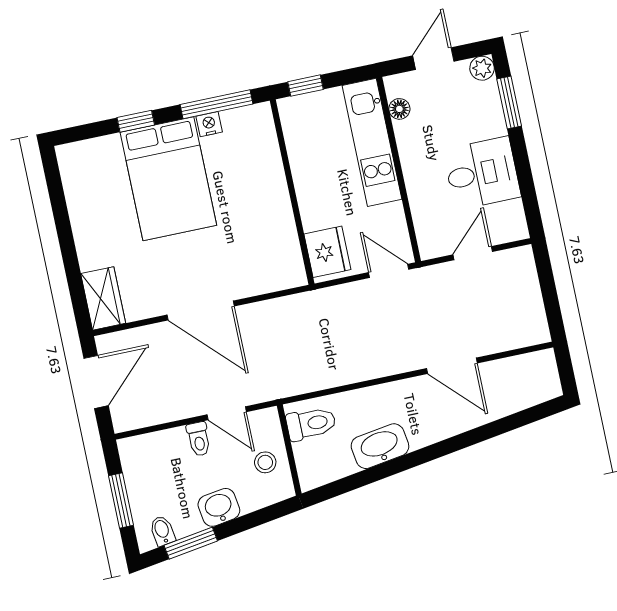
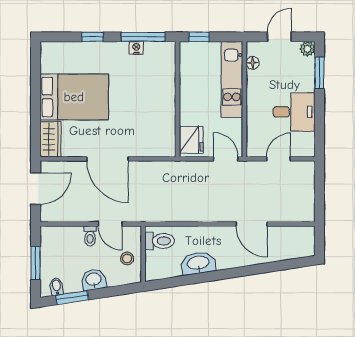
bed: (168, 179) -> (74, 97), moved, turned -90

